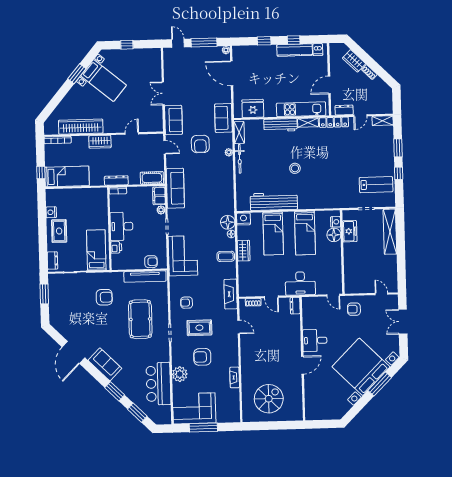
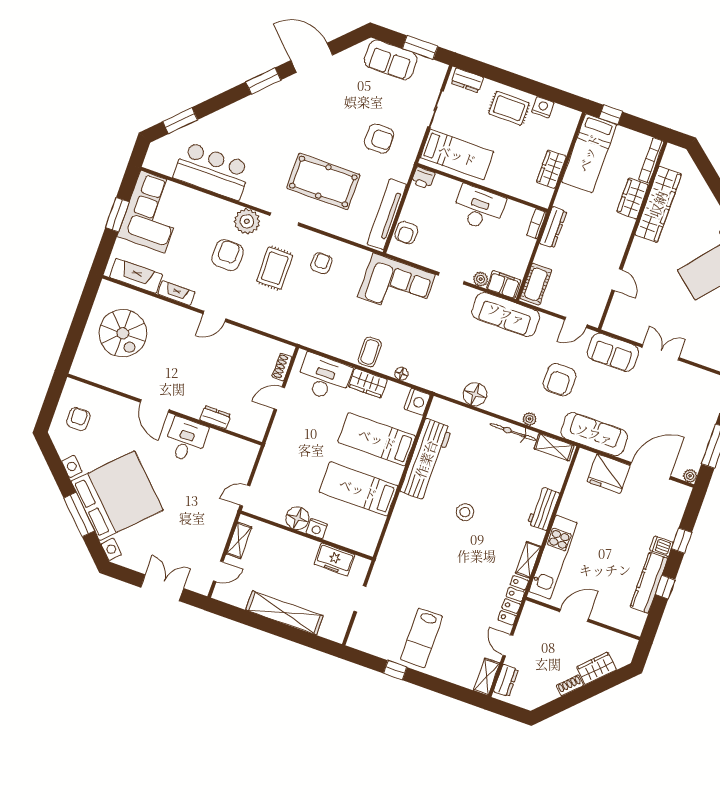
dishwasher: (318, 50) -> (662, 546), moved
door: (329, 85) -> (574, 615), hinge flipped
fridge: (253, 108) -> (609, 474), moved, turned 90
dresser: (344, 110) -> (506, 680), moved
sofa: (223, 118) -> (594, 434), width x1.36
workbench: (280, 125) -> (543, 509), width x0.73
wardrobe: (100, 142) -> (633, 198), moved
armchair: (200, 144) -> (560, 380), turned -90
window: (398, 148) -> (435, 684), removed
lab bench: (376, 185) -> (421, 638), moved
wardrobe: (84, 194) -> (551, 169), added
floor lamp: (228, 222) -> (475, 394), moved
nightstand: (336, 222) -> (317, 529), moved
shelving: (390, 232) -> (284, 613), moved
floor lamp: (334, 235) -> (297, 518), moved
printer: (116, 247) -> (423, 178), moved
desk: (300, 283) -> (324, 377), moved, turned 90
shelving: (360, 289) -> (239, 540), added
fireplace: (231, 294) -> (136, 276), moved
armchair: (104, 297) -> (379, 139), turned -90
dresser: (295, 306) -> (215, 417), moved
armchair: (354, 309) -> (78, 419), moved
door: (239, 327) -> (214, 316), moved
sofa: (105, 364) -> (391, 60), moved, turned 45
plant: (180, 374) -> (247, 221), moved
window: (115, 391) -> (263, 81), moved
window: (203, 427) -> (117, 215), width x0.69

